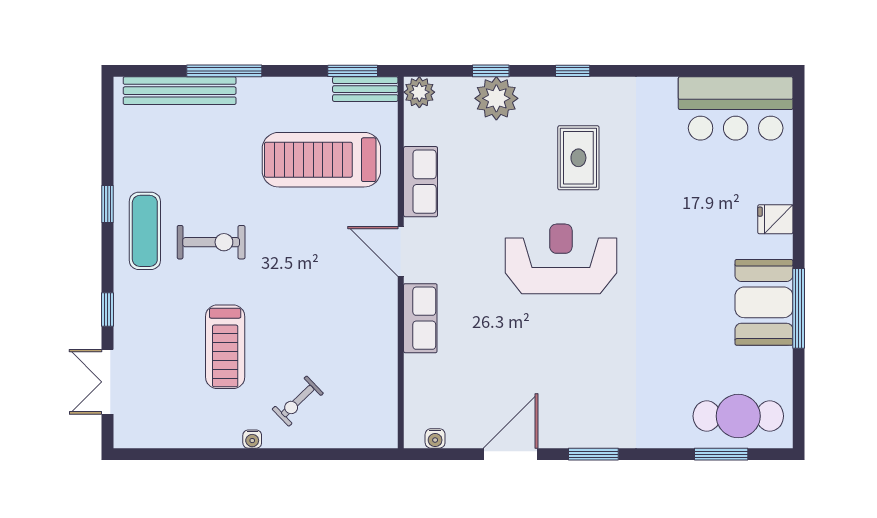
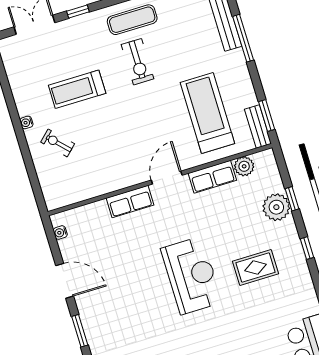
plant: (419, 92) -> (244, 166), moved

